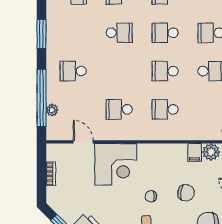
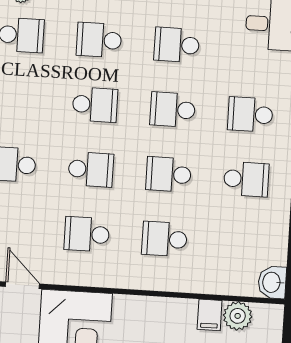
school desk: (119, 71) -> (91, 169), added

